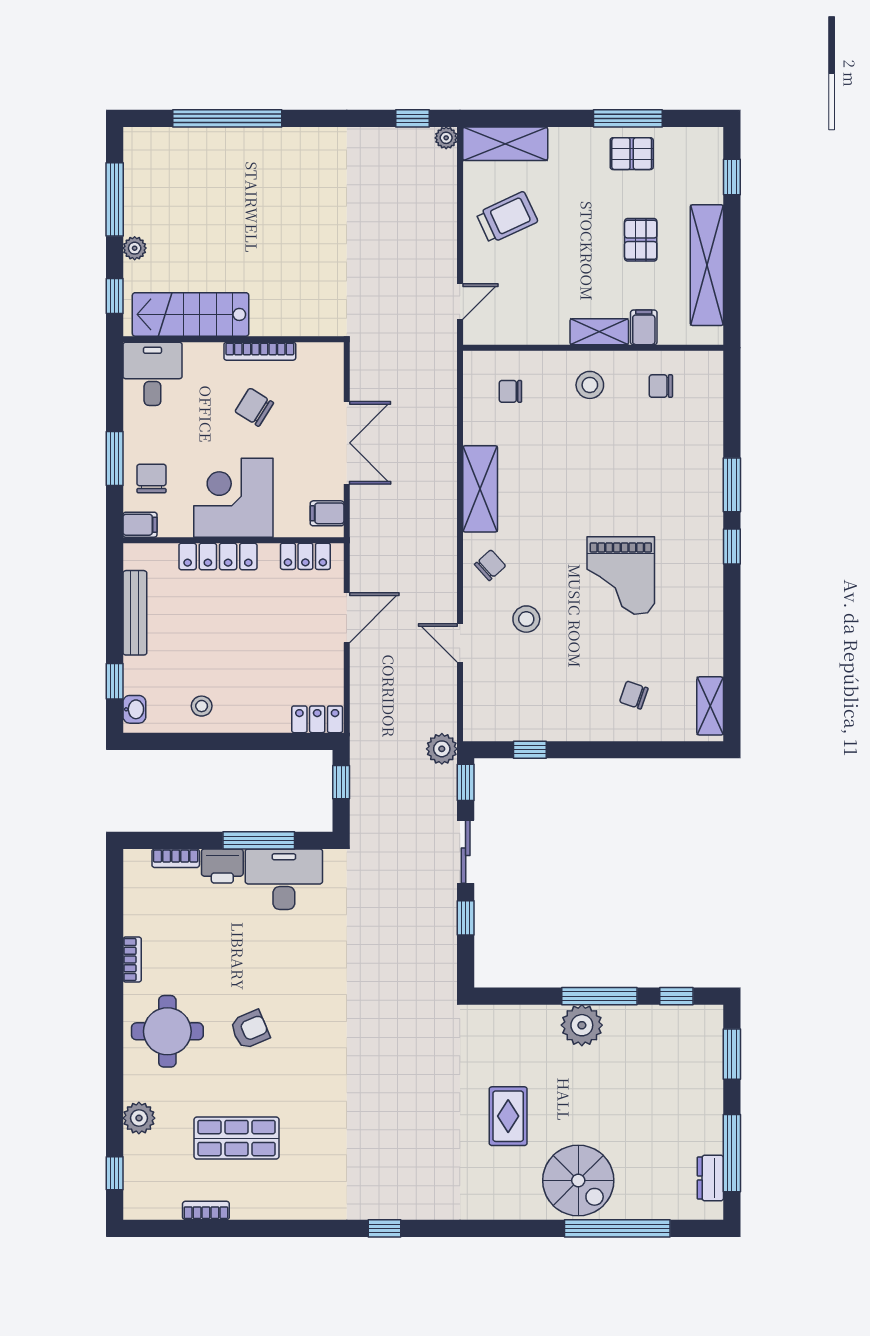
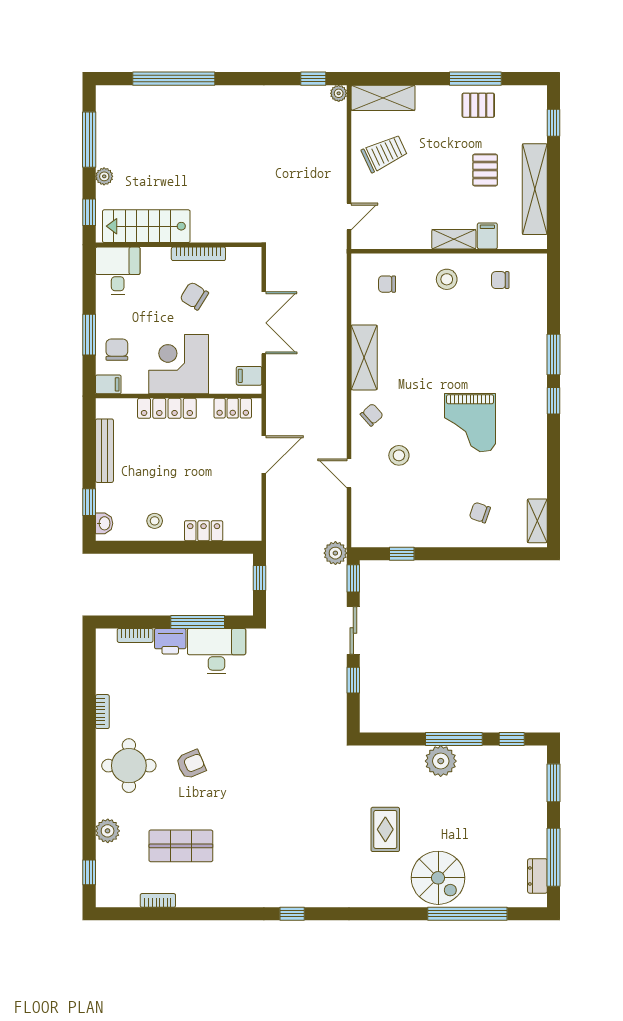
locker: (317, 719) -> (204, 531), moved

